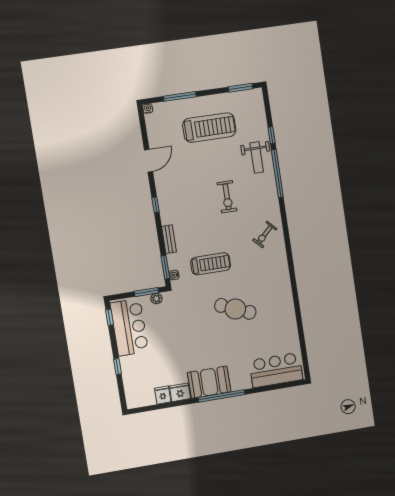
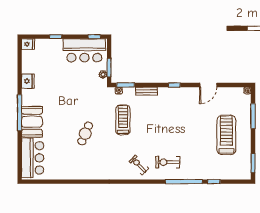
treadmill: (209, 128) -> (226, 135), turned 180
weight bench: (257, 157) -> (199, 168), removed
door: (149, 161) -> (208, 85), hinge flipped
exercise bike: (227, 197) -> (168, 162), moved
treadmill: (211, 264) -> (123, 120), turned 180
cafe table: (235, 309) -> (85, 134), width x0.73, depth x0.74
booth: (209, 382) -> (32, 122), moved
fridge: (163, 395) -> (28, 44), moved

